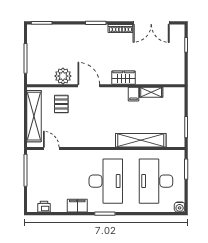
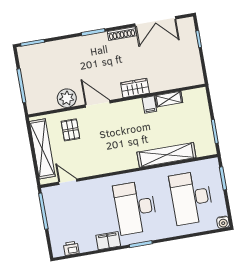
desk: (106, 181) -> (135, 207), turned 180

